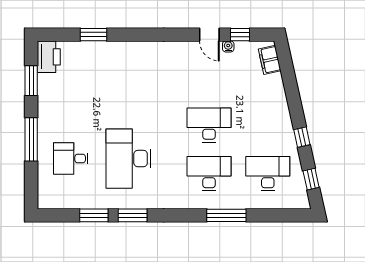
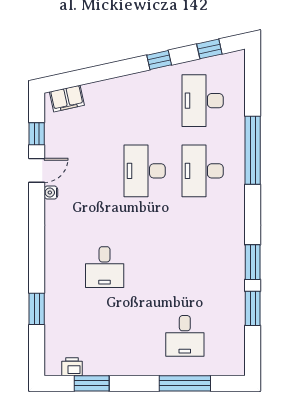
water cooler: (228, 46) -> (51, 193), moved
printer: (49, 57) -> (72, 367), width x0.53, depth x0.68
window: (31, 139) -> (185, 383), moved
desk: (129, 159) -> (105, 267), moved, width x0.53, depth x0.77
window: (226, 215) -> (253, 150), width x1.46

